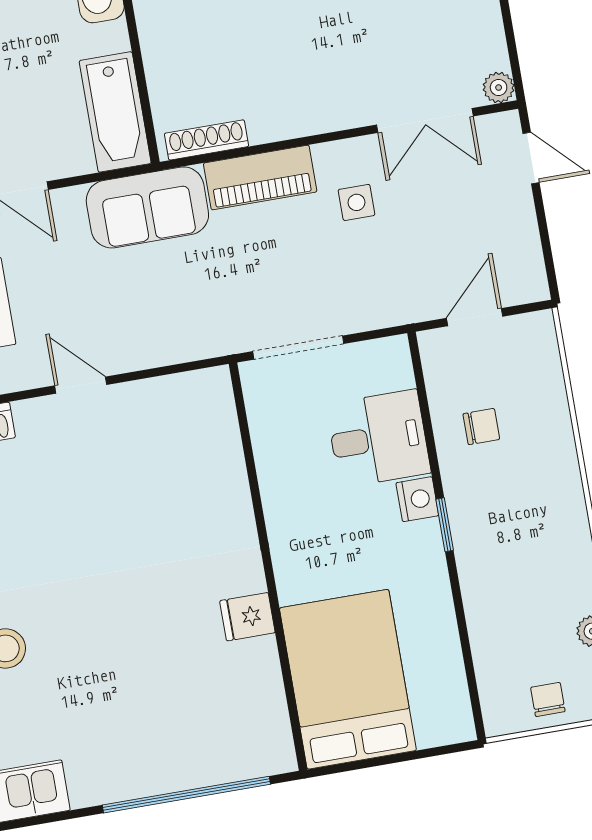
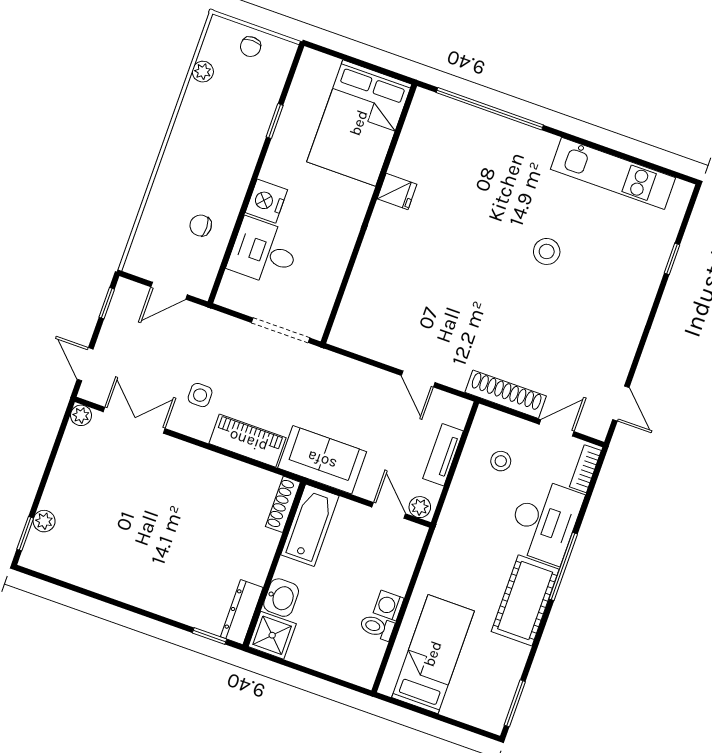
shoe rack: (206, 140) -> (283, 504), moved, turned 90
window: (548, 255) -> (107, 303), added
nightstand: (417, 499) -> (266, 201), width x1.36, depth x1.33
window: (445, 525) -> (275, 121), moved

